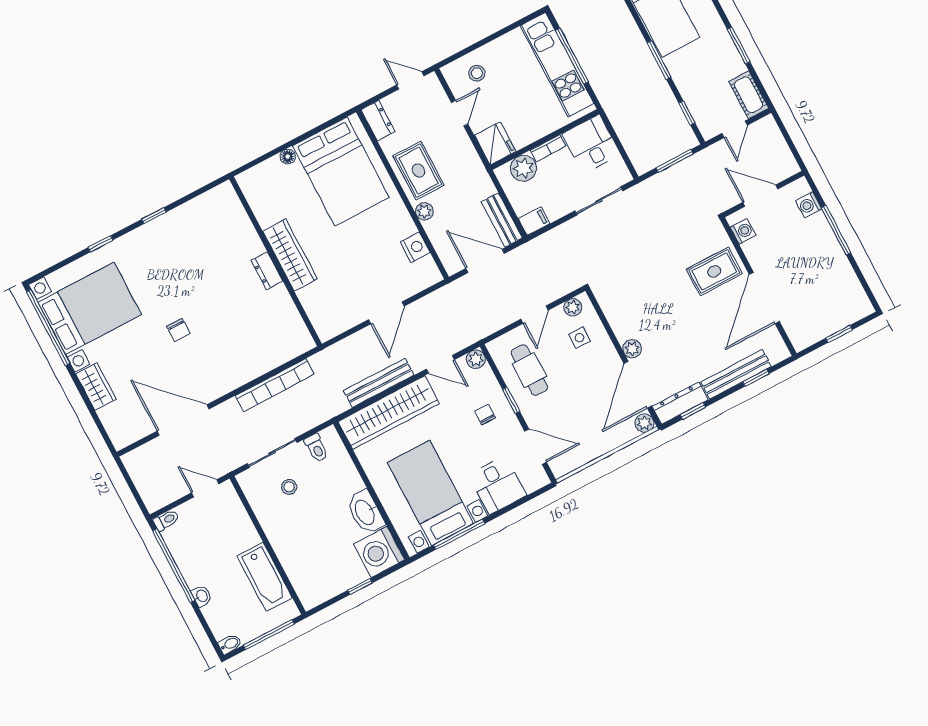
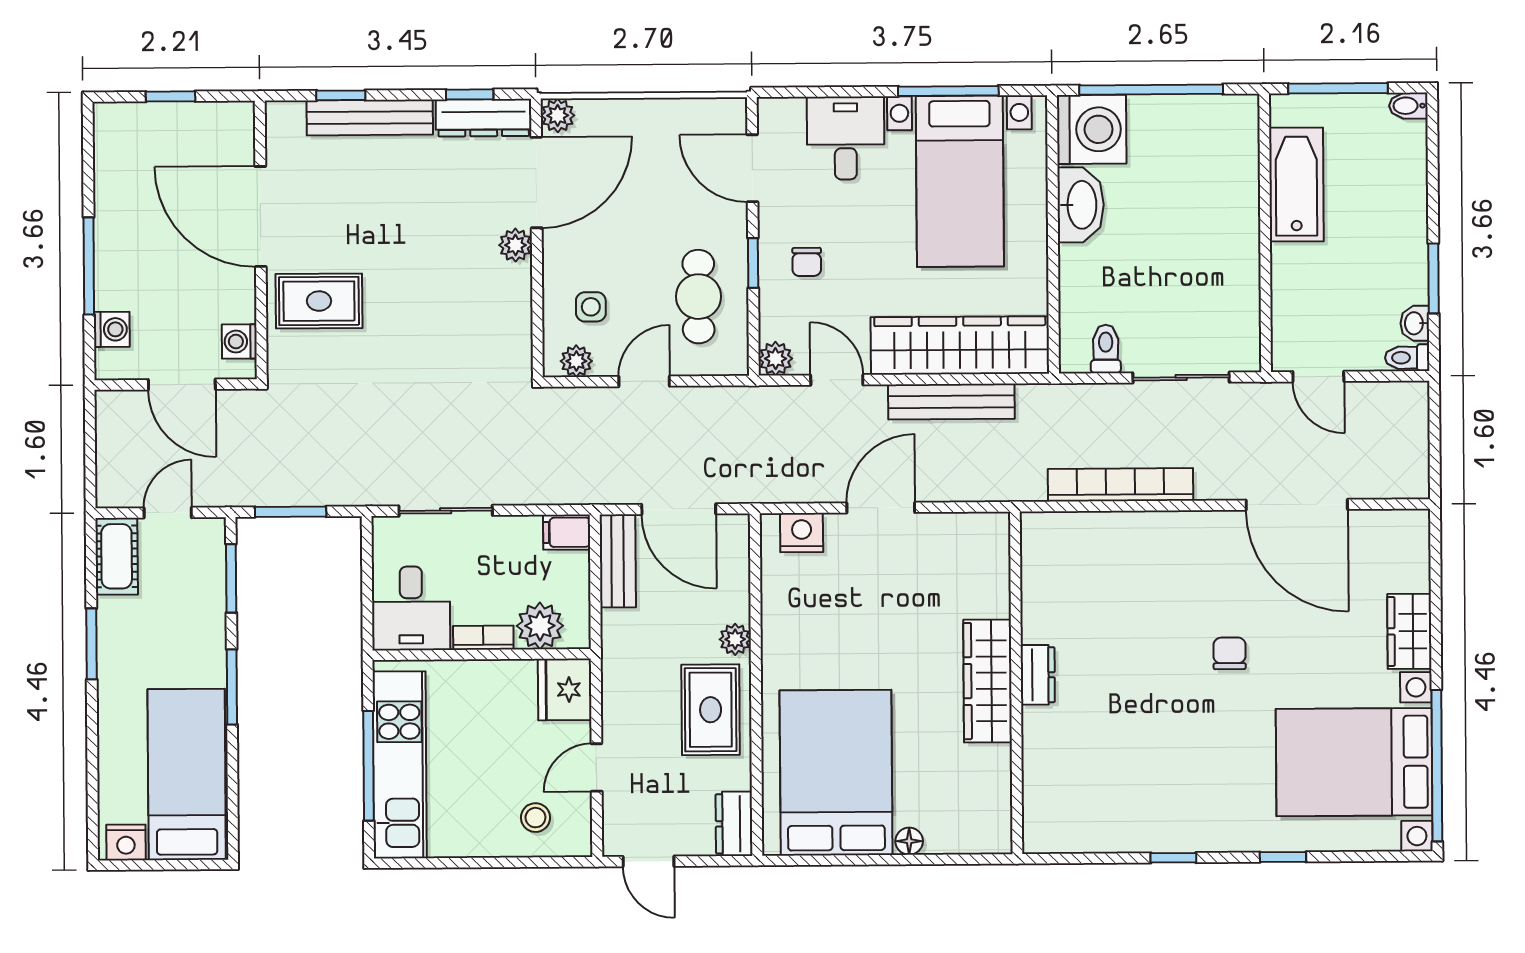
window: (687, 113) -> (231, 578), width x1.50
nightstand: (415, 247) -> (802, 533), moved, turned 90
door: (764, 298) -> (261, 217), swing flipped
stool: (289, 487) -> (1182, 309), removed
window: (174, 566) -> (1433, 278), width x0.47
window: (360, 587) -> (1151, 90), width x3.17
washbasin: (202, 596) -> (1415, 323), moved

